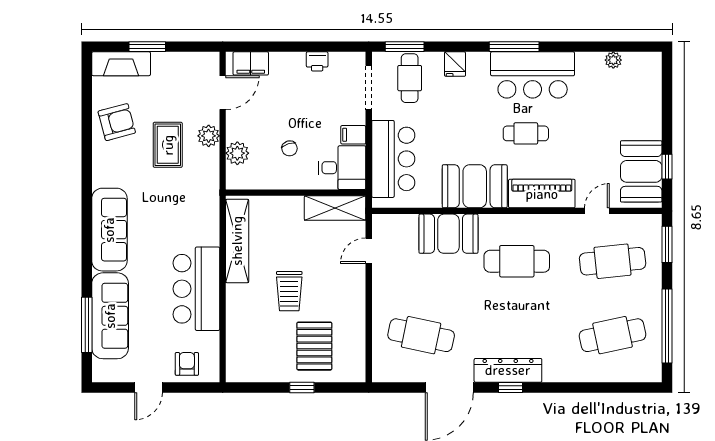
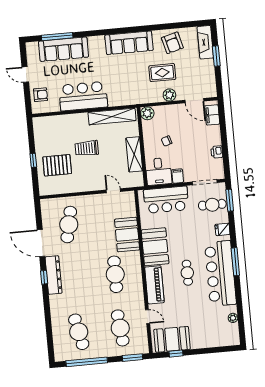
bar counter: (533, 75) -> (220, 273), width x1.36
plant: (237, 153) -> (147, 113), moved
shelving: (335, 208) -> (134, 154), moved
sofa: (109, 230) -> (129, 43), moved

